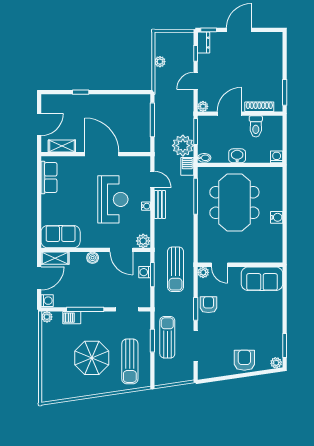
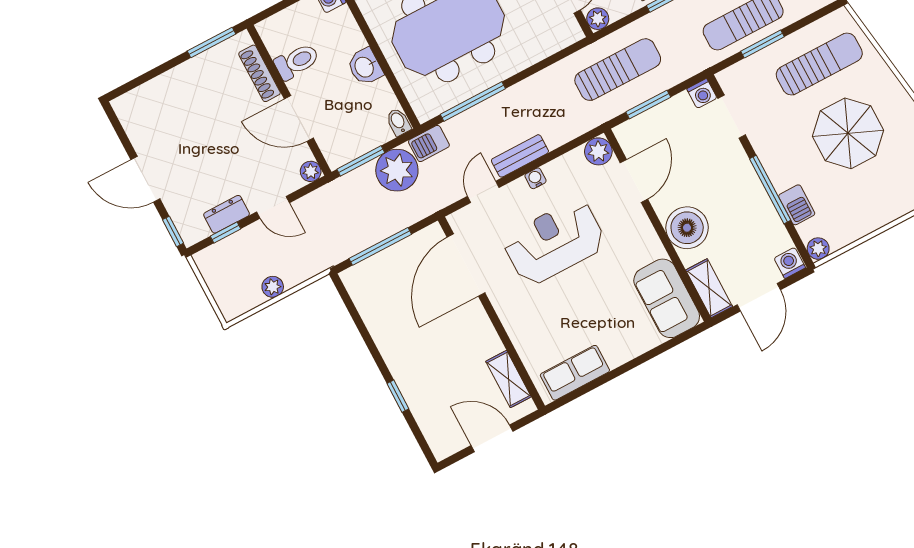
dresser: (204, 43) -> (227, 214), moved
door: (102, 154) -> (466, 265), moved
boiler: (93, 258) -> (687, 228), width x1.86, depth x1.86
washing machine: (145, 272) -> (702, 93), moved
door: (39, 278) -> (759, 297), swing flipped

